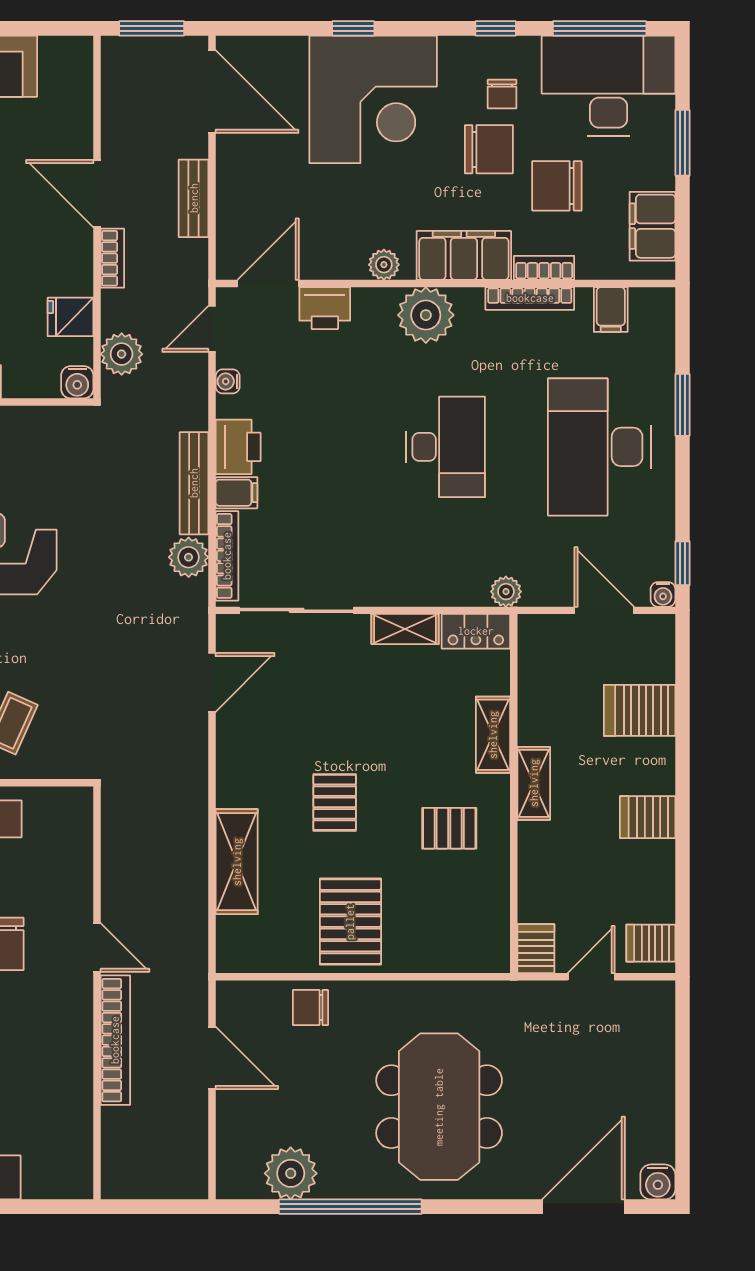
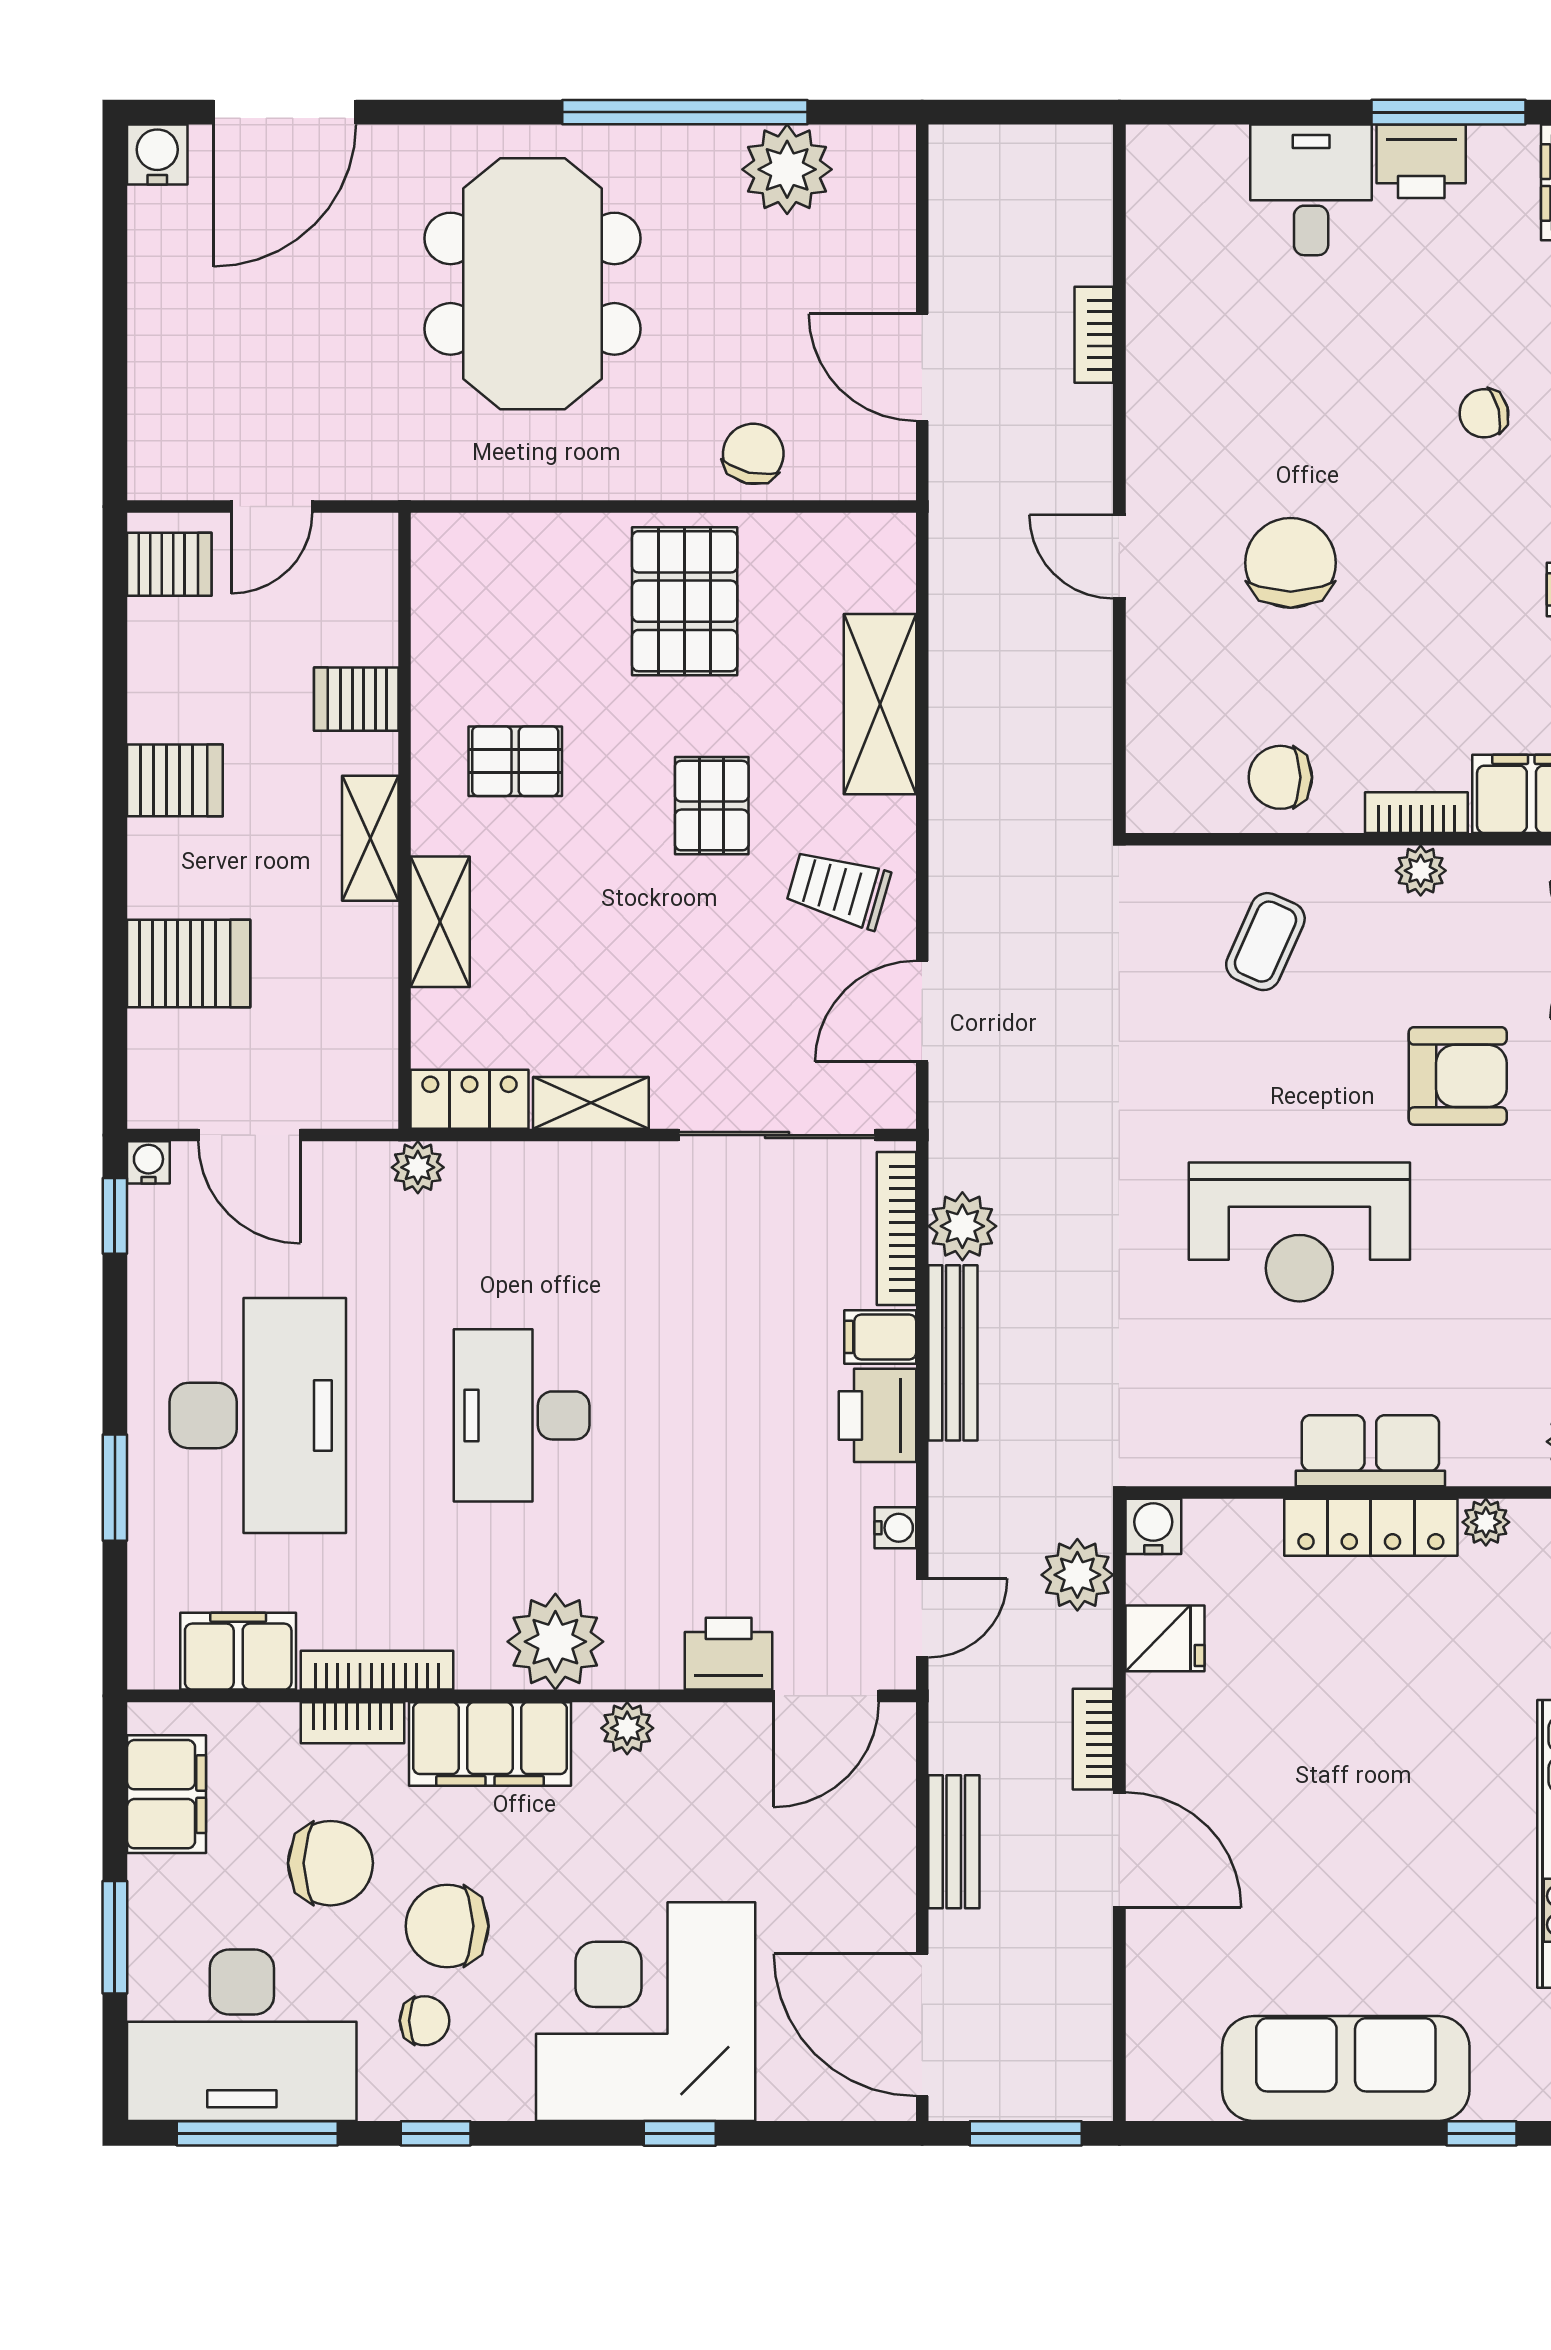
chair: (502, 94) -> (425, 2021), turned 90
filing cabinet: (611, 309) -> (238, 1651), width x2.00
trolley: (261, 754) -> (838, 889), added
server rack: (536, 949) -> (356, 699), moved, turned 90
chair: (310, 1007) -> (753, 454), turned -77
bookcase: (115, 1040) -> (1094, 335), width x0.43, depth x0.76

